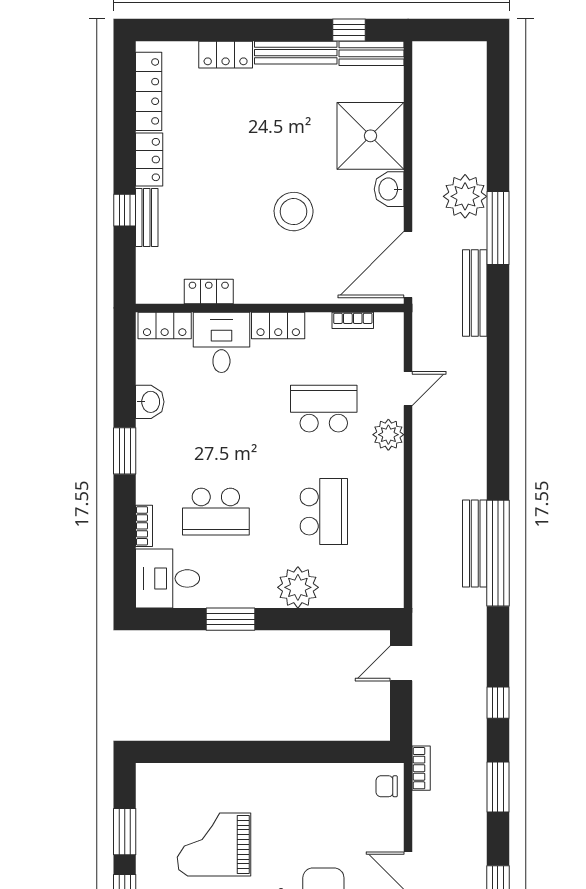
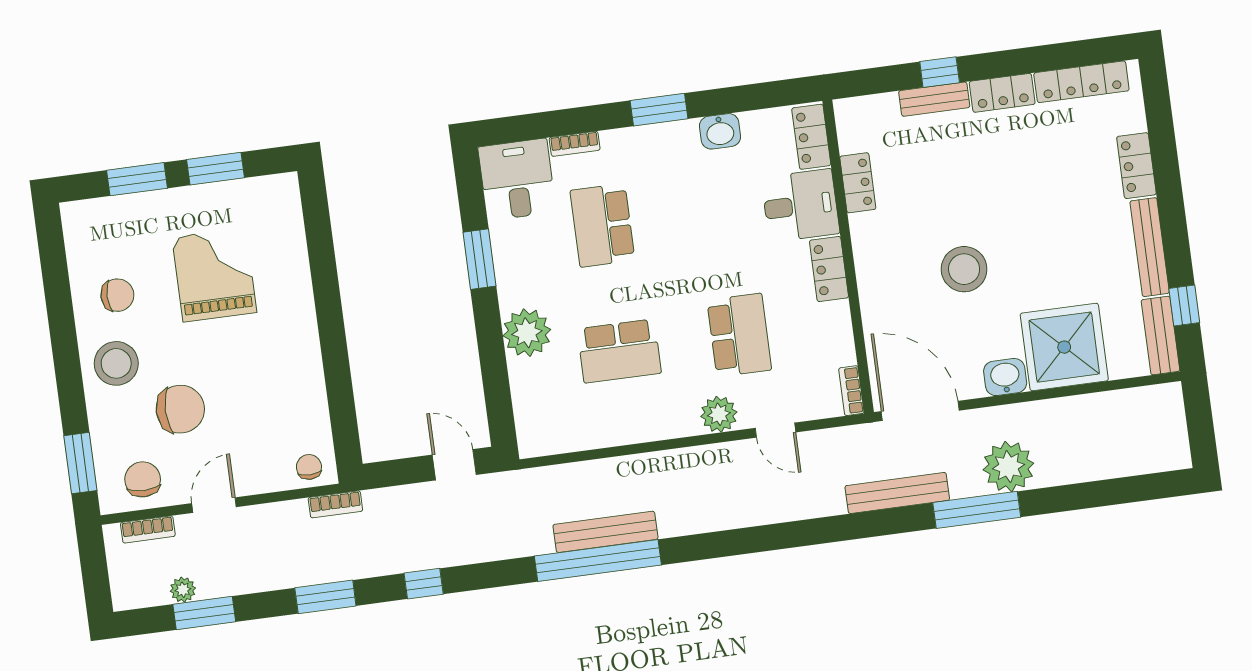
bookcase: (353, 320) -> (851, 391), moved

